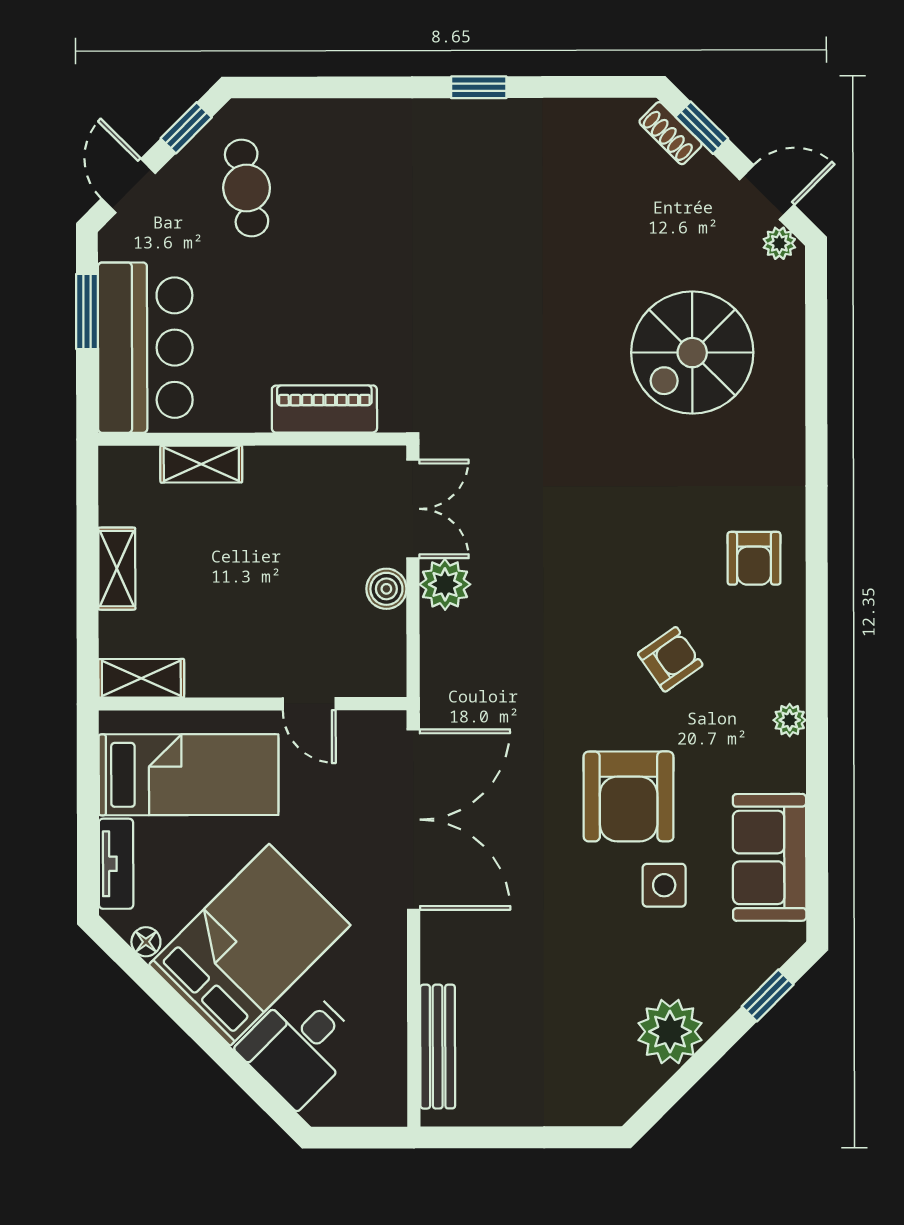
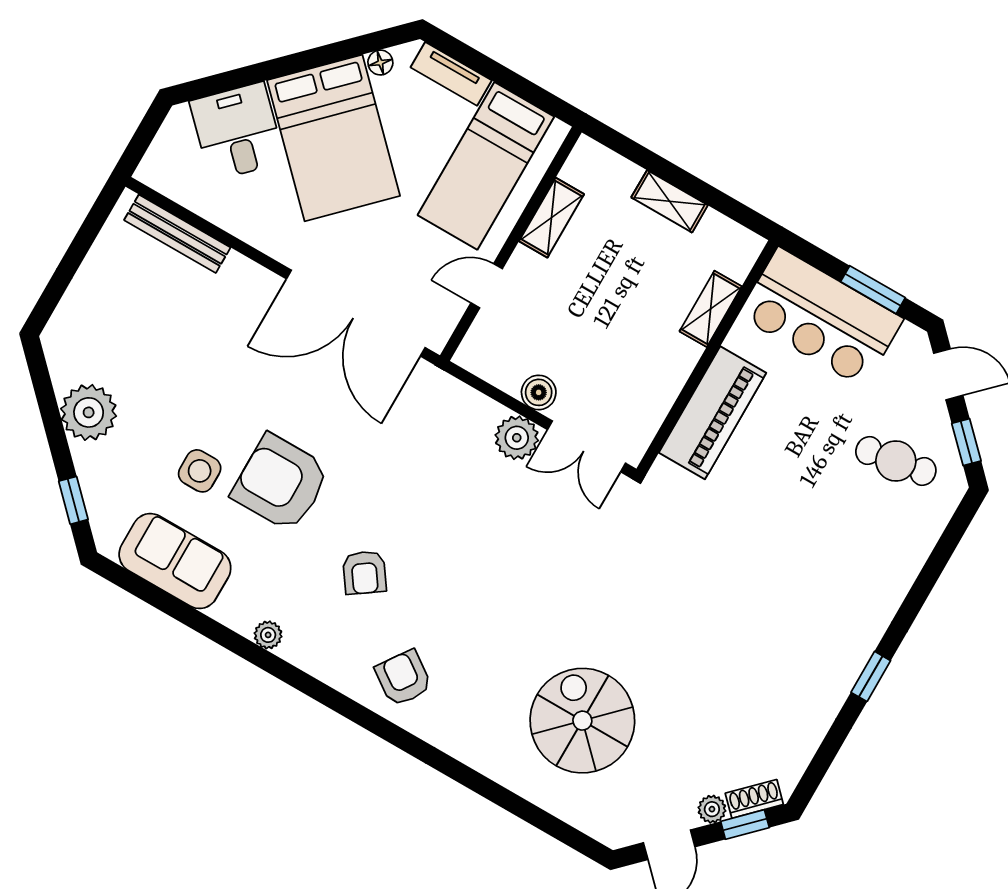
plant: (779, 243) -> (712, 809), moved
piano: (324, 409) -> (713, 413), width x1.37, depth x1.33
armchair: (754, 558) -> (403, 678), turned 35
shelving: (141, 678) -> (551, 218), moved

